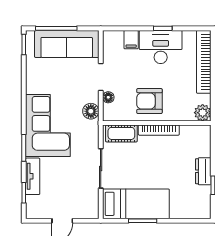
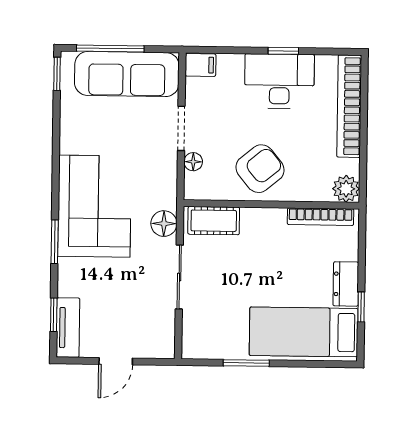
filing cabinet: (131, 40) -> (200, 65), moved, turned -90
armchair: (149, 101) -> (260, 169), turned 141
floor lamp: (91, 111) -> (164, 224), moved
bookcase: (159, 130) -> (321, 217), moved
tv unit: (33, 176) -> (68, 328), moved
bed: (136, 204) -> (304, 332), moved, turned 180

